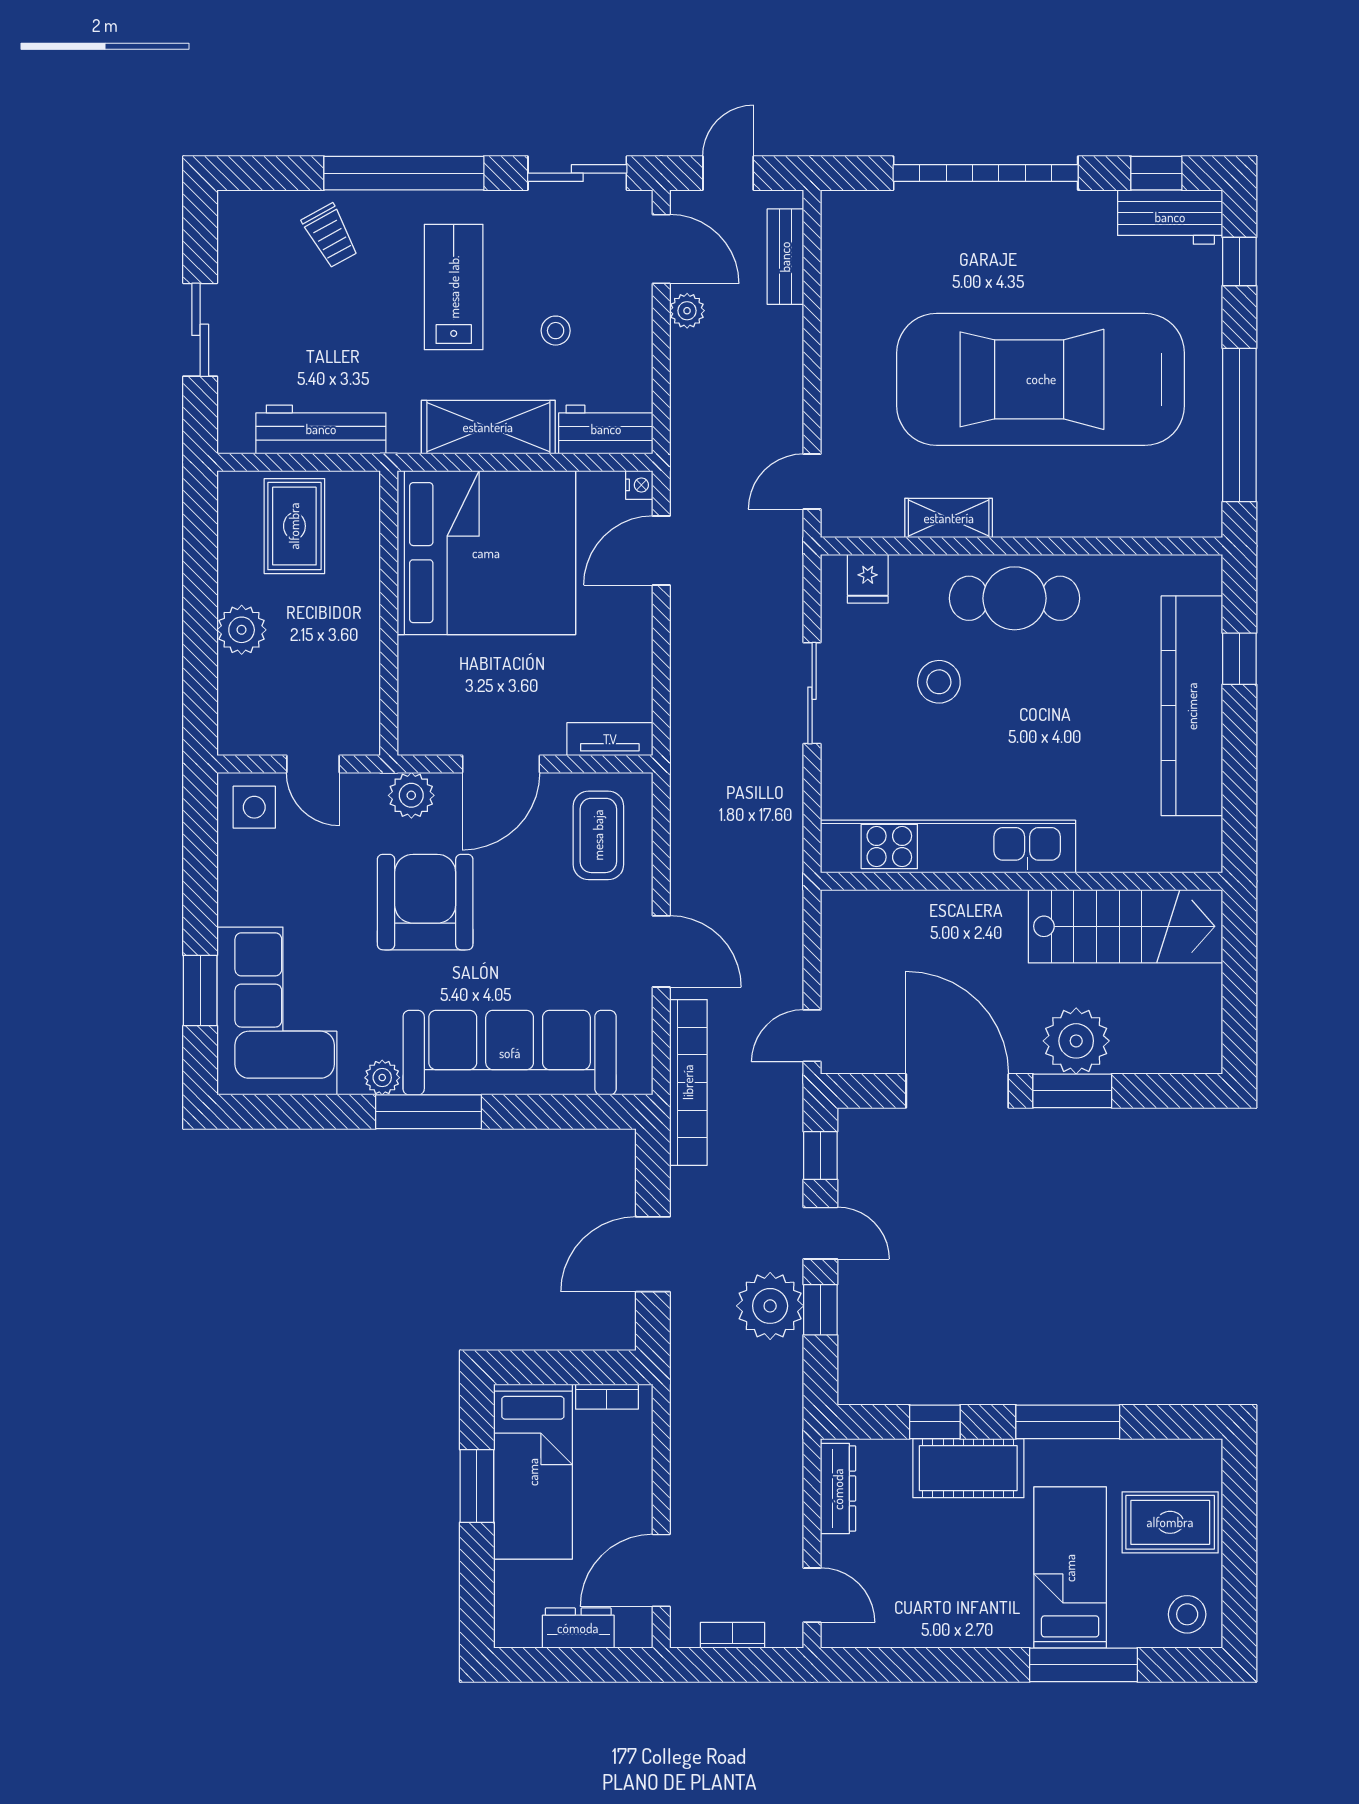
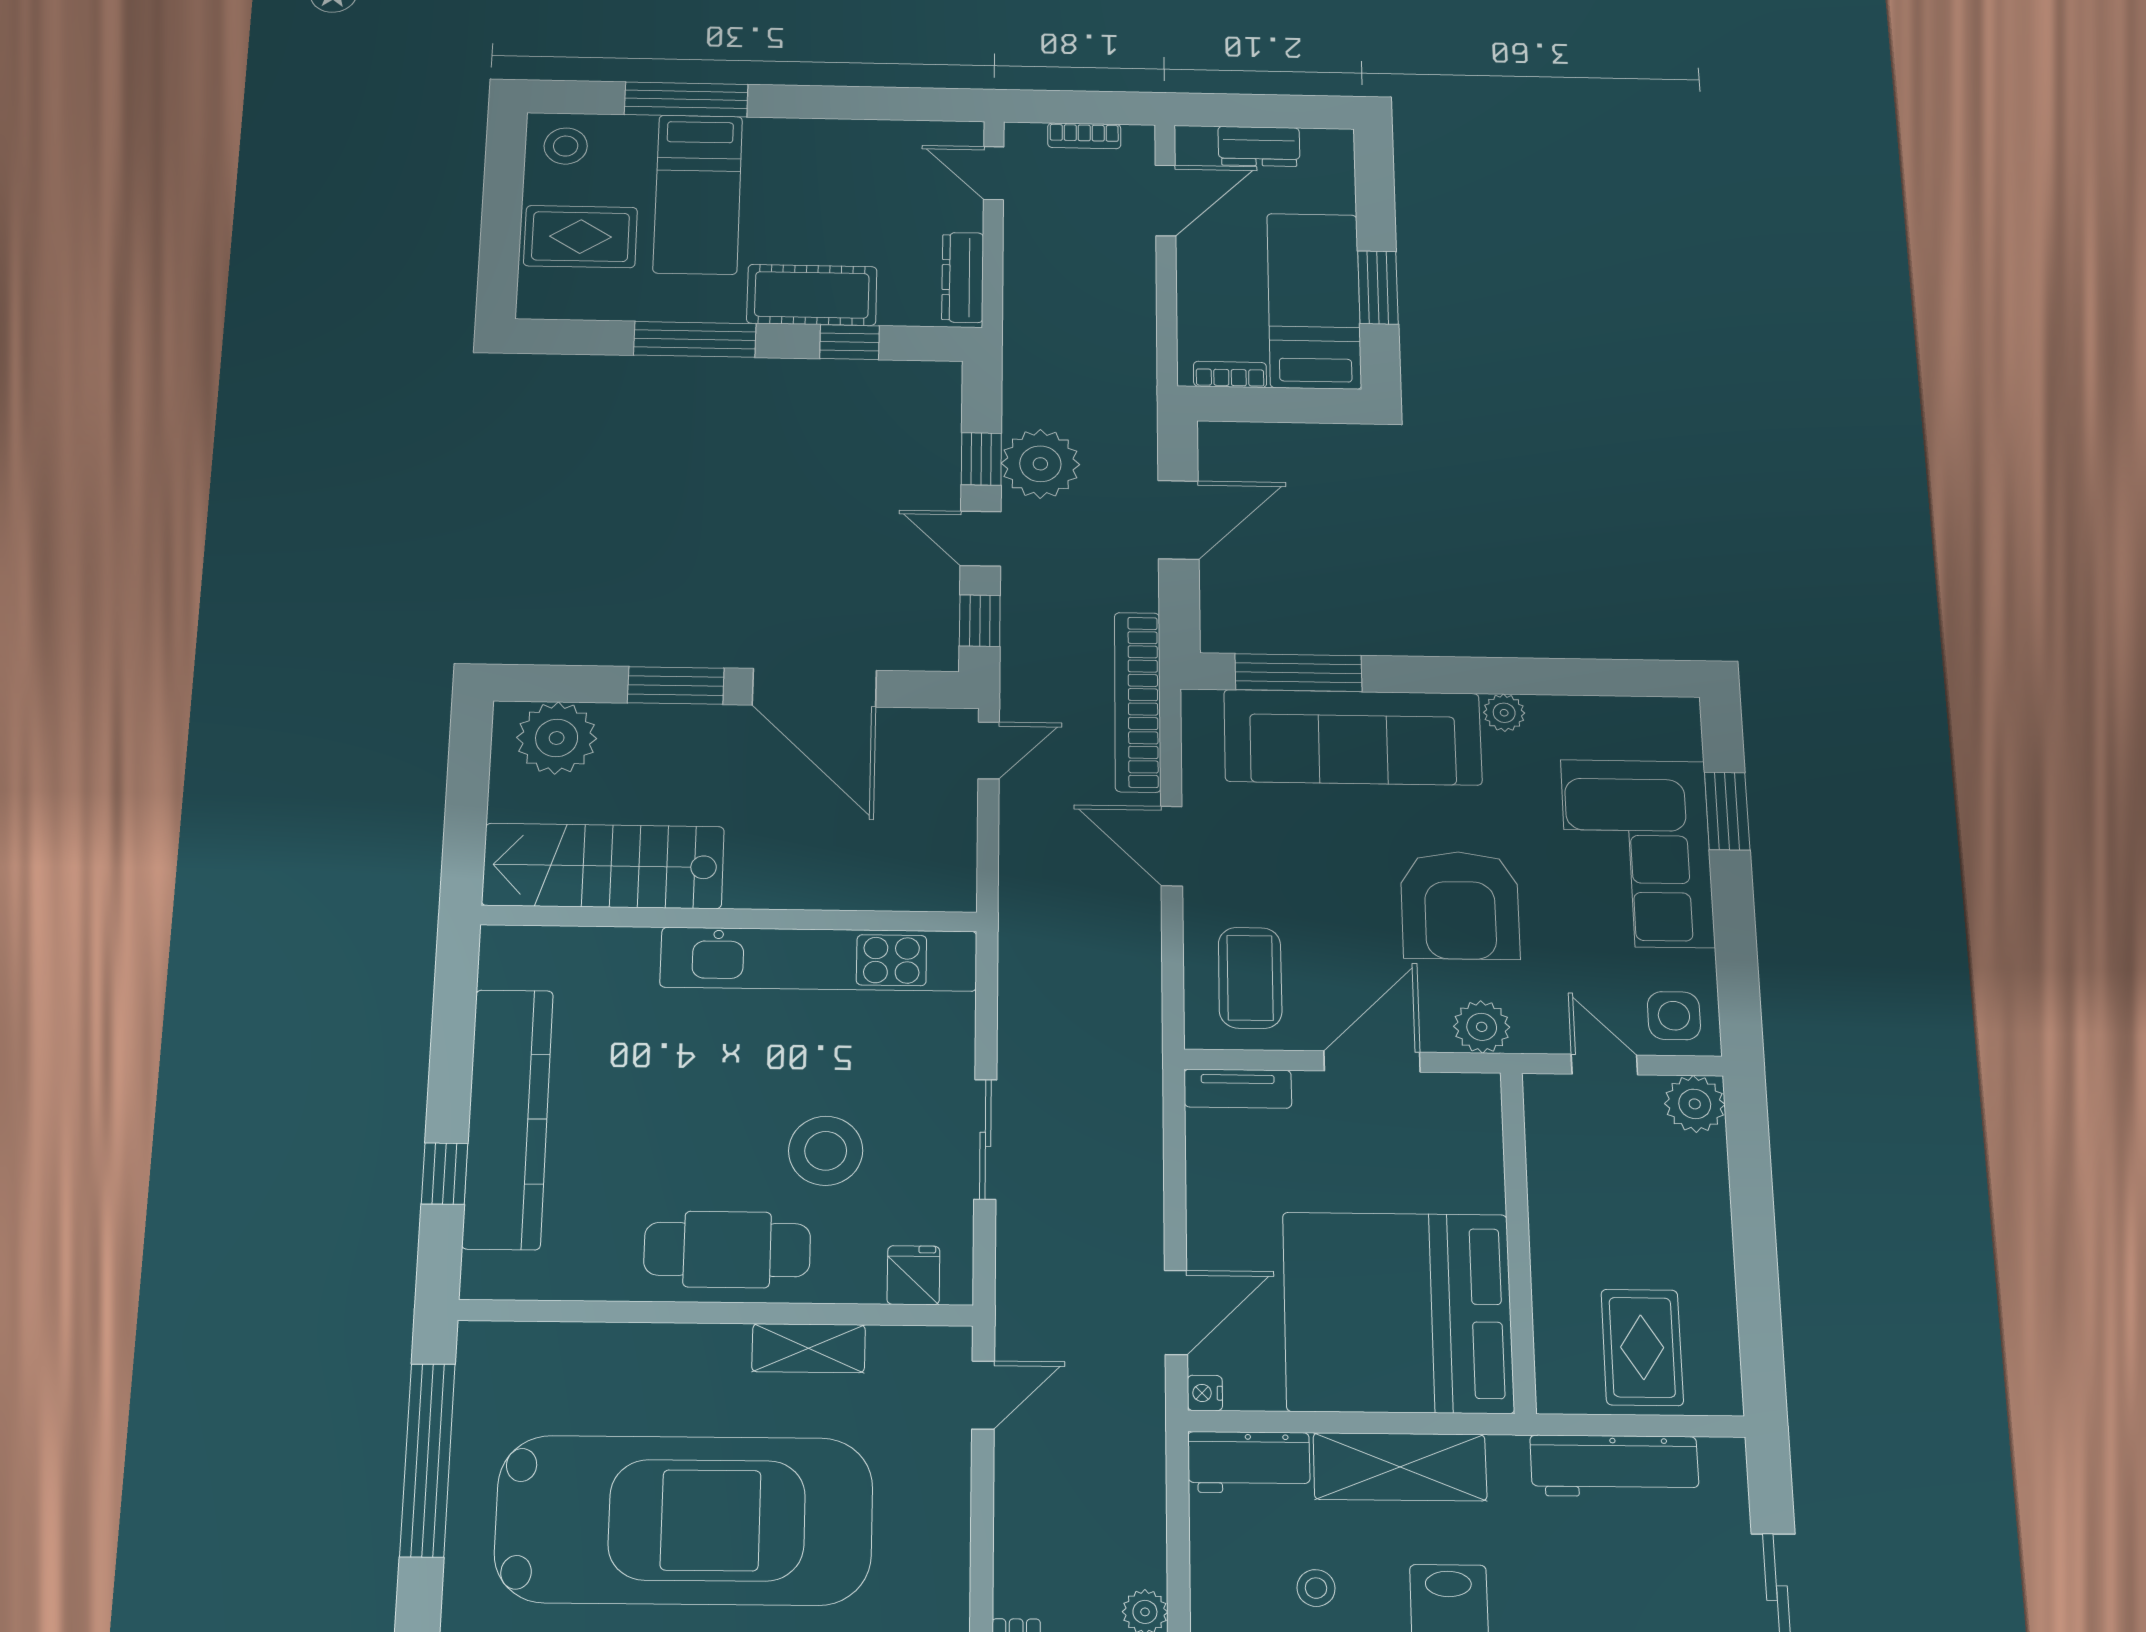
plant: (242, 630) -> (1695, 1104), moved
stool: (939, 682) -> (826, 1151), width x1.38, depth x1.38
corner sofa: (277, 1011) -> (1637, 853), moved
plant: (1076, 1041) -> (557, 738), moved
window: (428, 1112) -> (1299, 673), moved

